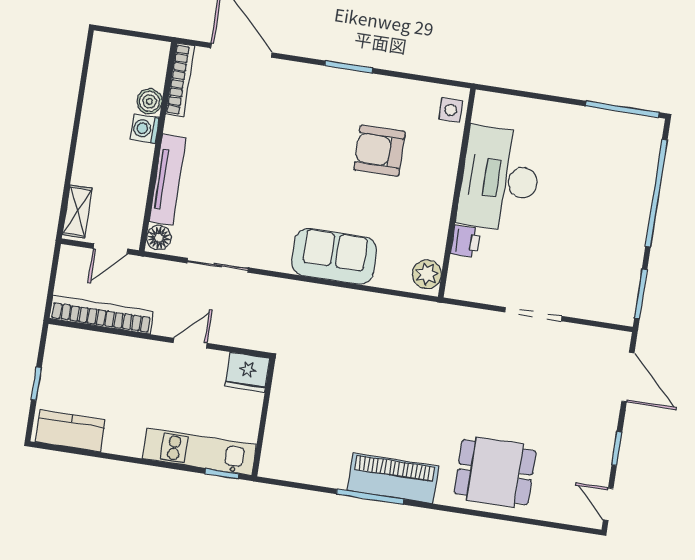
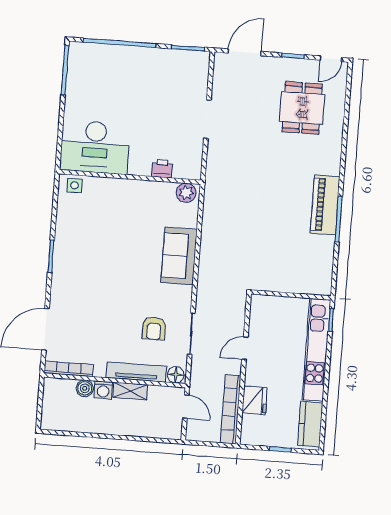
armchair: (379, 151) -> (154, 328), moved, width x0.72, depth x0.72
desk: (500, 179) -> (95, 147), moved
shelving: (77, 212) -> (130, 391), moved
door: (190, 343) -> (245, 348), hinge flipped
fridge: (247, 372) -> (255, 400), moved
kitchen unit: (199, 452) -> (316, 350), width x1.36
dining table: (495, 472) -> (302, 108), moved

